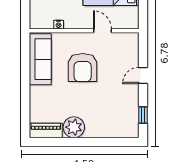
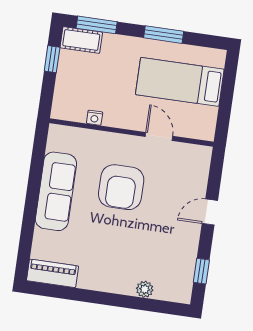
sofa: (40, 59) -> (56, 191), moved
plant: (74, 127) -> (145, 289), moved, width x0.53, depth x0.53

